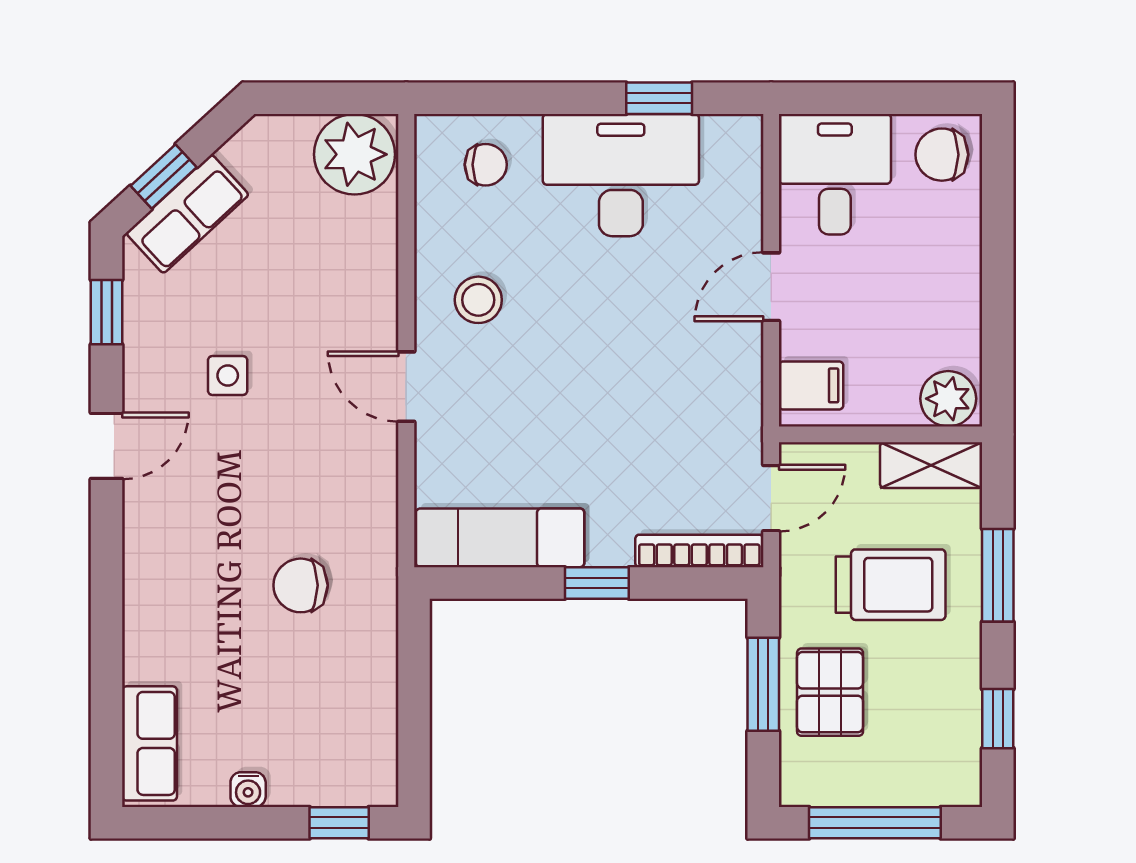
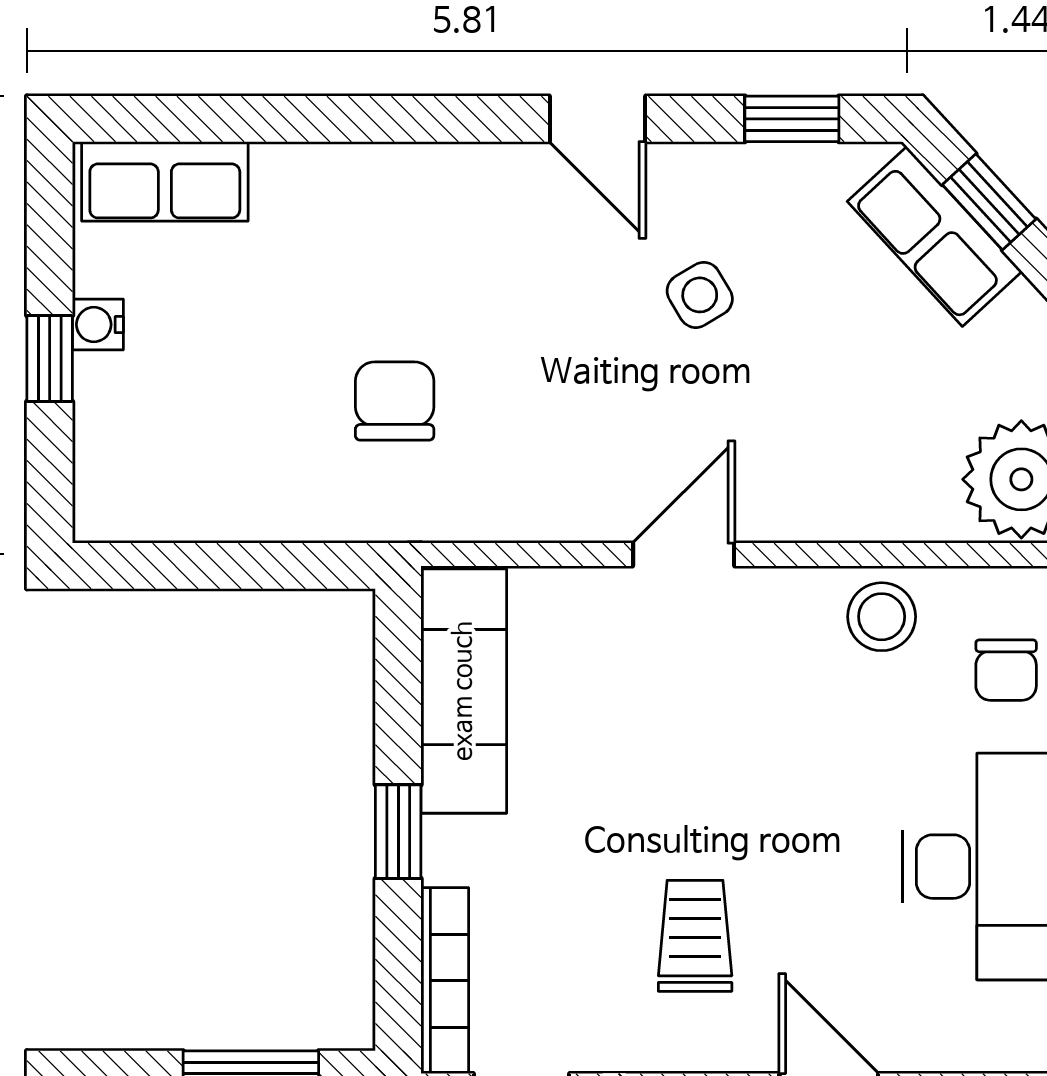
stool: (478, 300) -> (882, 617), moved
side table: (228, 375) -> (700, 295), turned -31
trolley: (669, 379) -> (695, 936), added
window: (339, 823) -> (50, 359), moved

